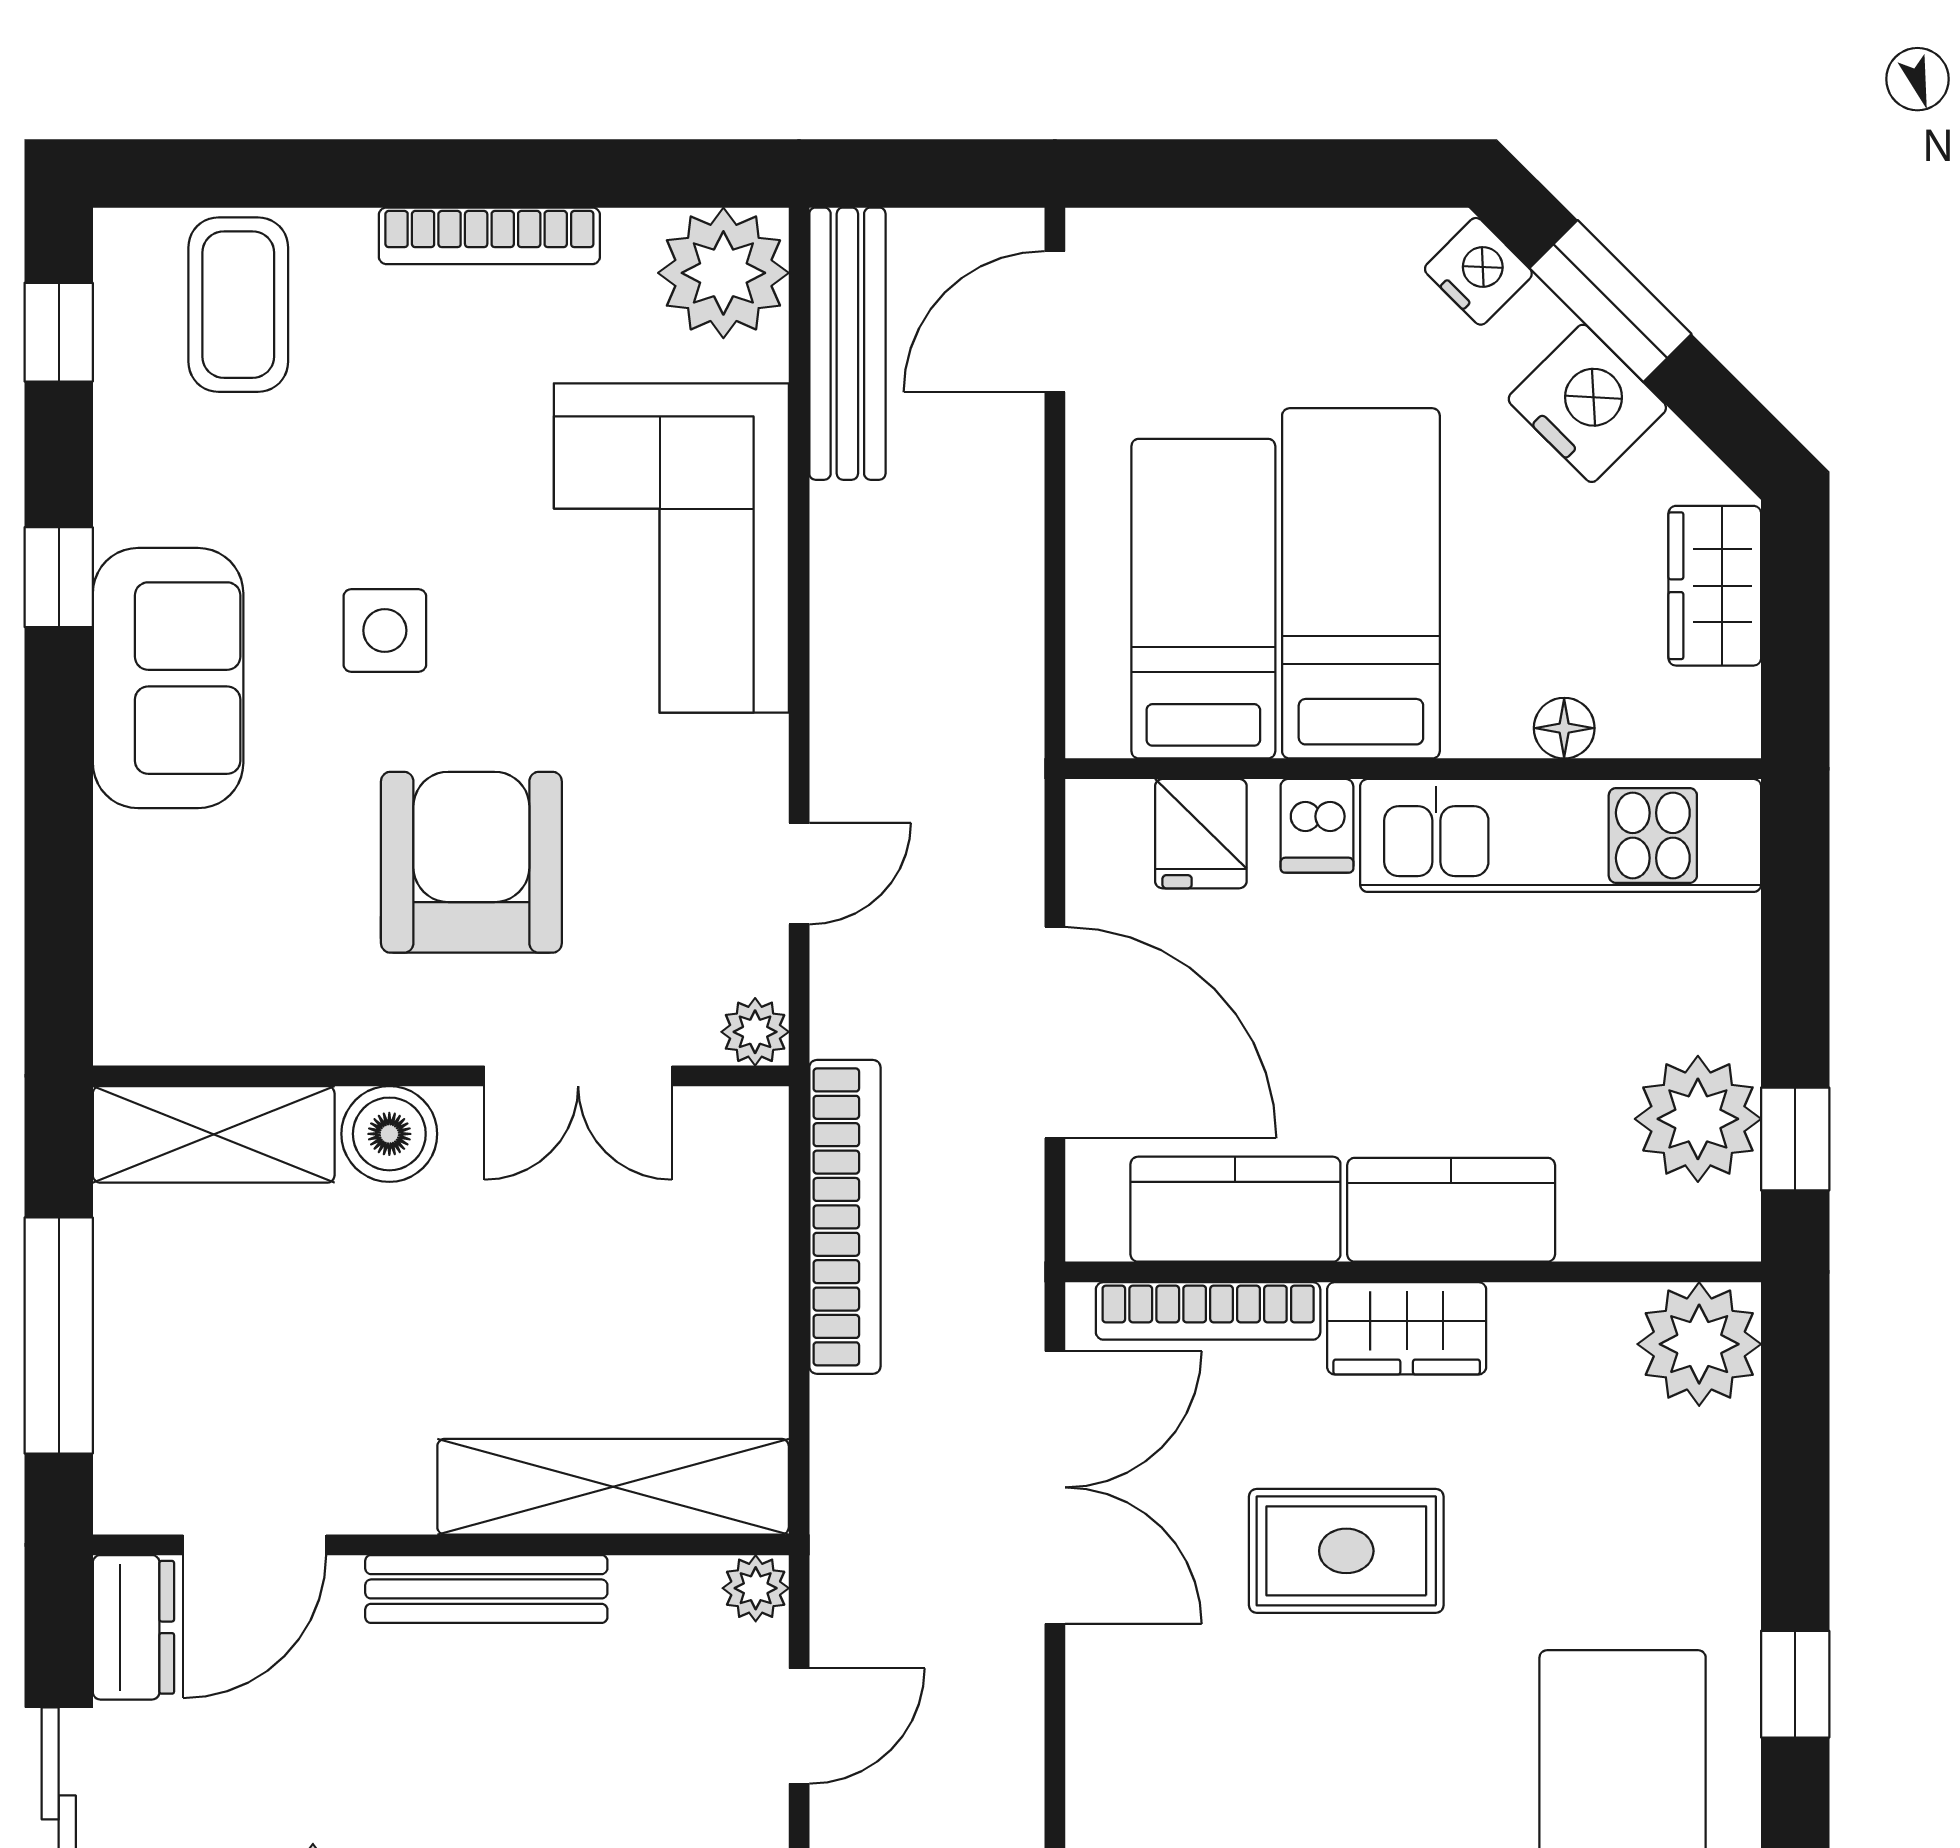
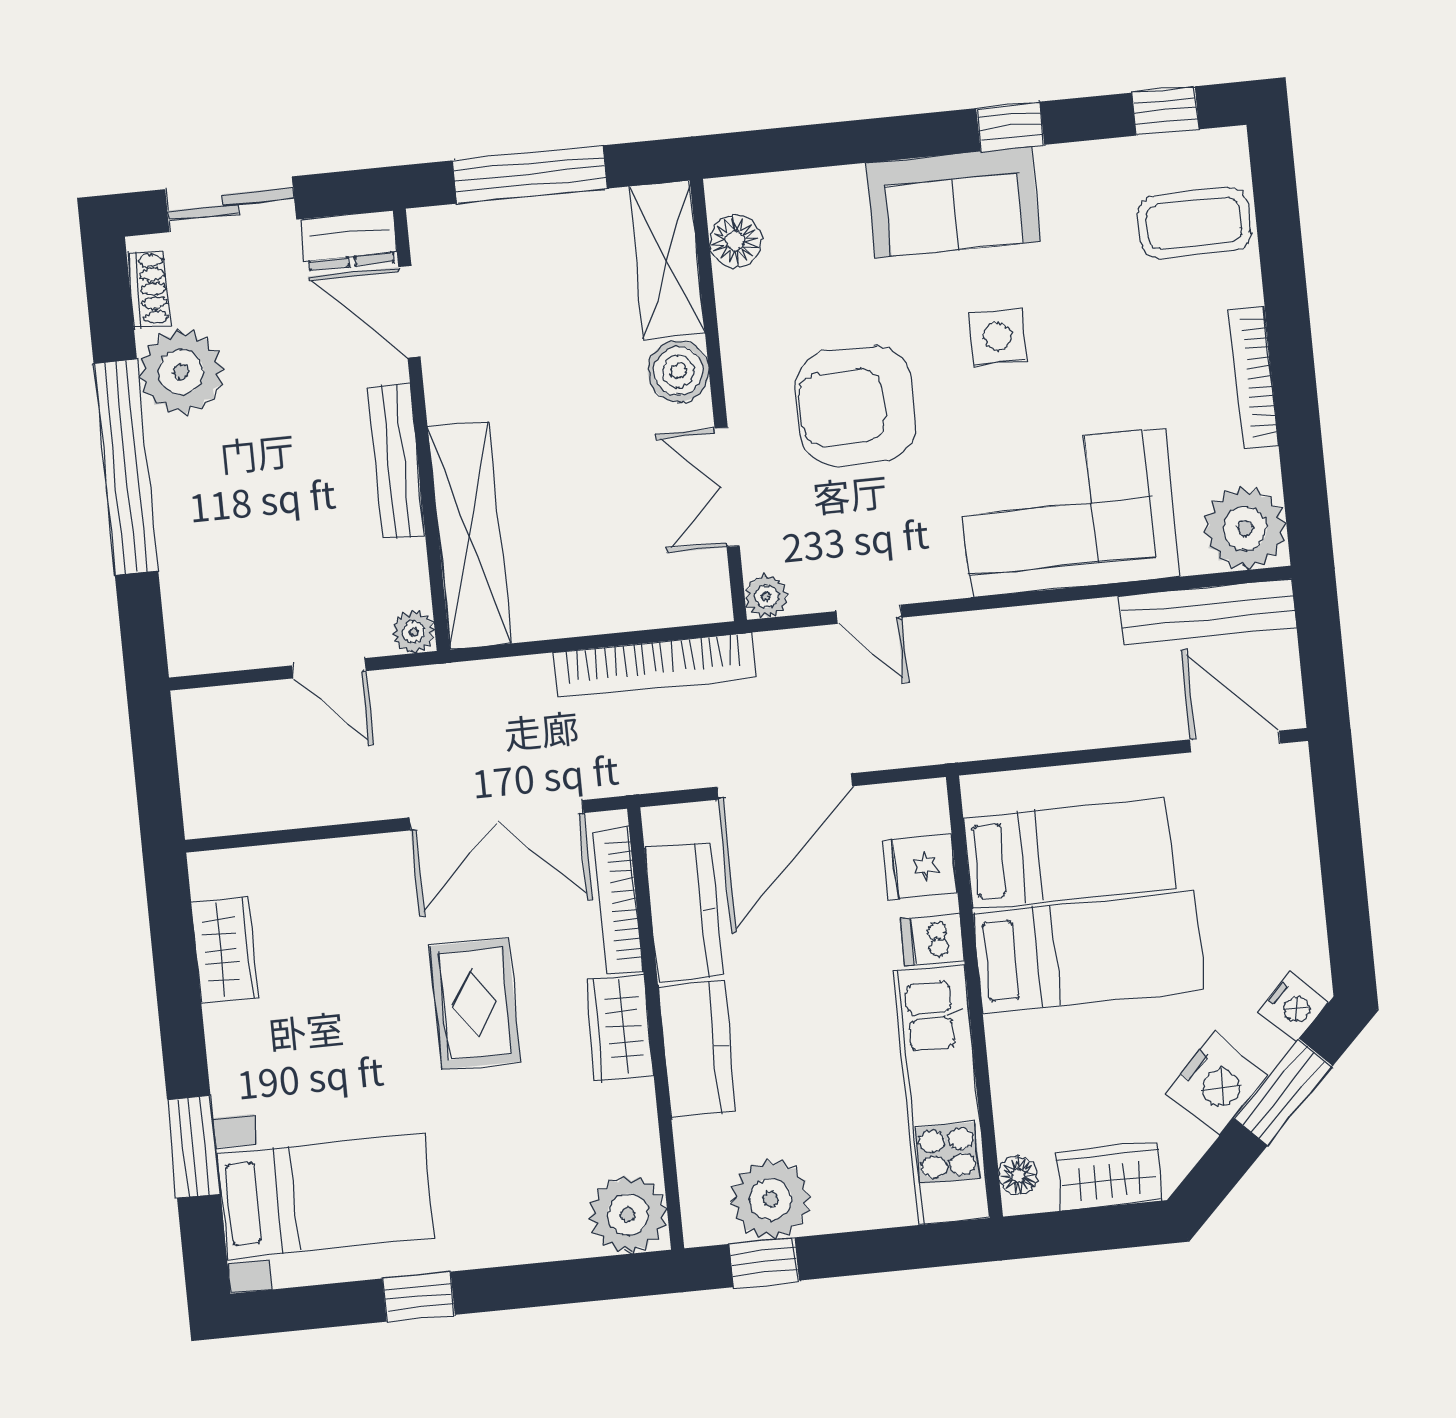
floor lamp: (1564, 728) -> (1018, 1175), moved
armchair: (471, 862) -> (856, 406), turned 180
floor lamp: (195, 1025) -> (735, 241), added

